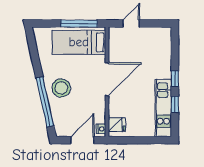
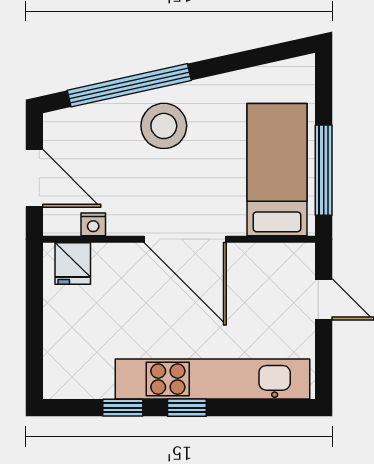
kitchen unit: (163, 108) -> (212, 379), moved, width x1.36
nightstand: (101, 129) -> (93, 224), moved

